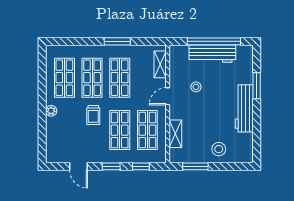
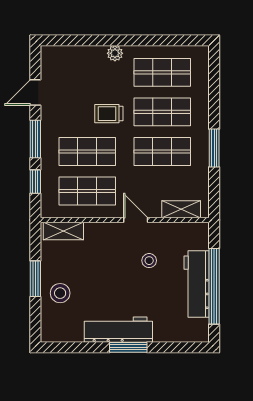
window: (257, 86) -> (128, 347), moved
shelving: (175, 134) -> (63, 231), moved
window: (111, 166) -> (35, 139), width x1.50
window: (195, 166) -> (35, 279), moved

